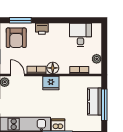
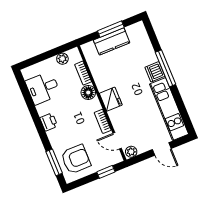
printer: (42, 29) -> (49, 122), moved
floor lamp: (53, 68) -> (88, 93), moved
door: (17, 75) -> (117, 141), hinge flipped
window: (104, 105) -> (111, 29), width x0.69

